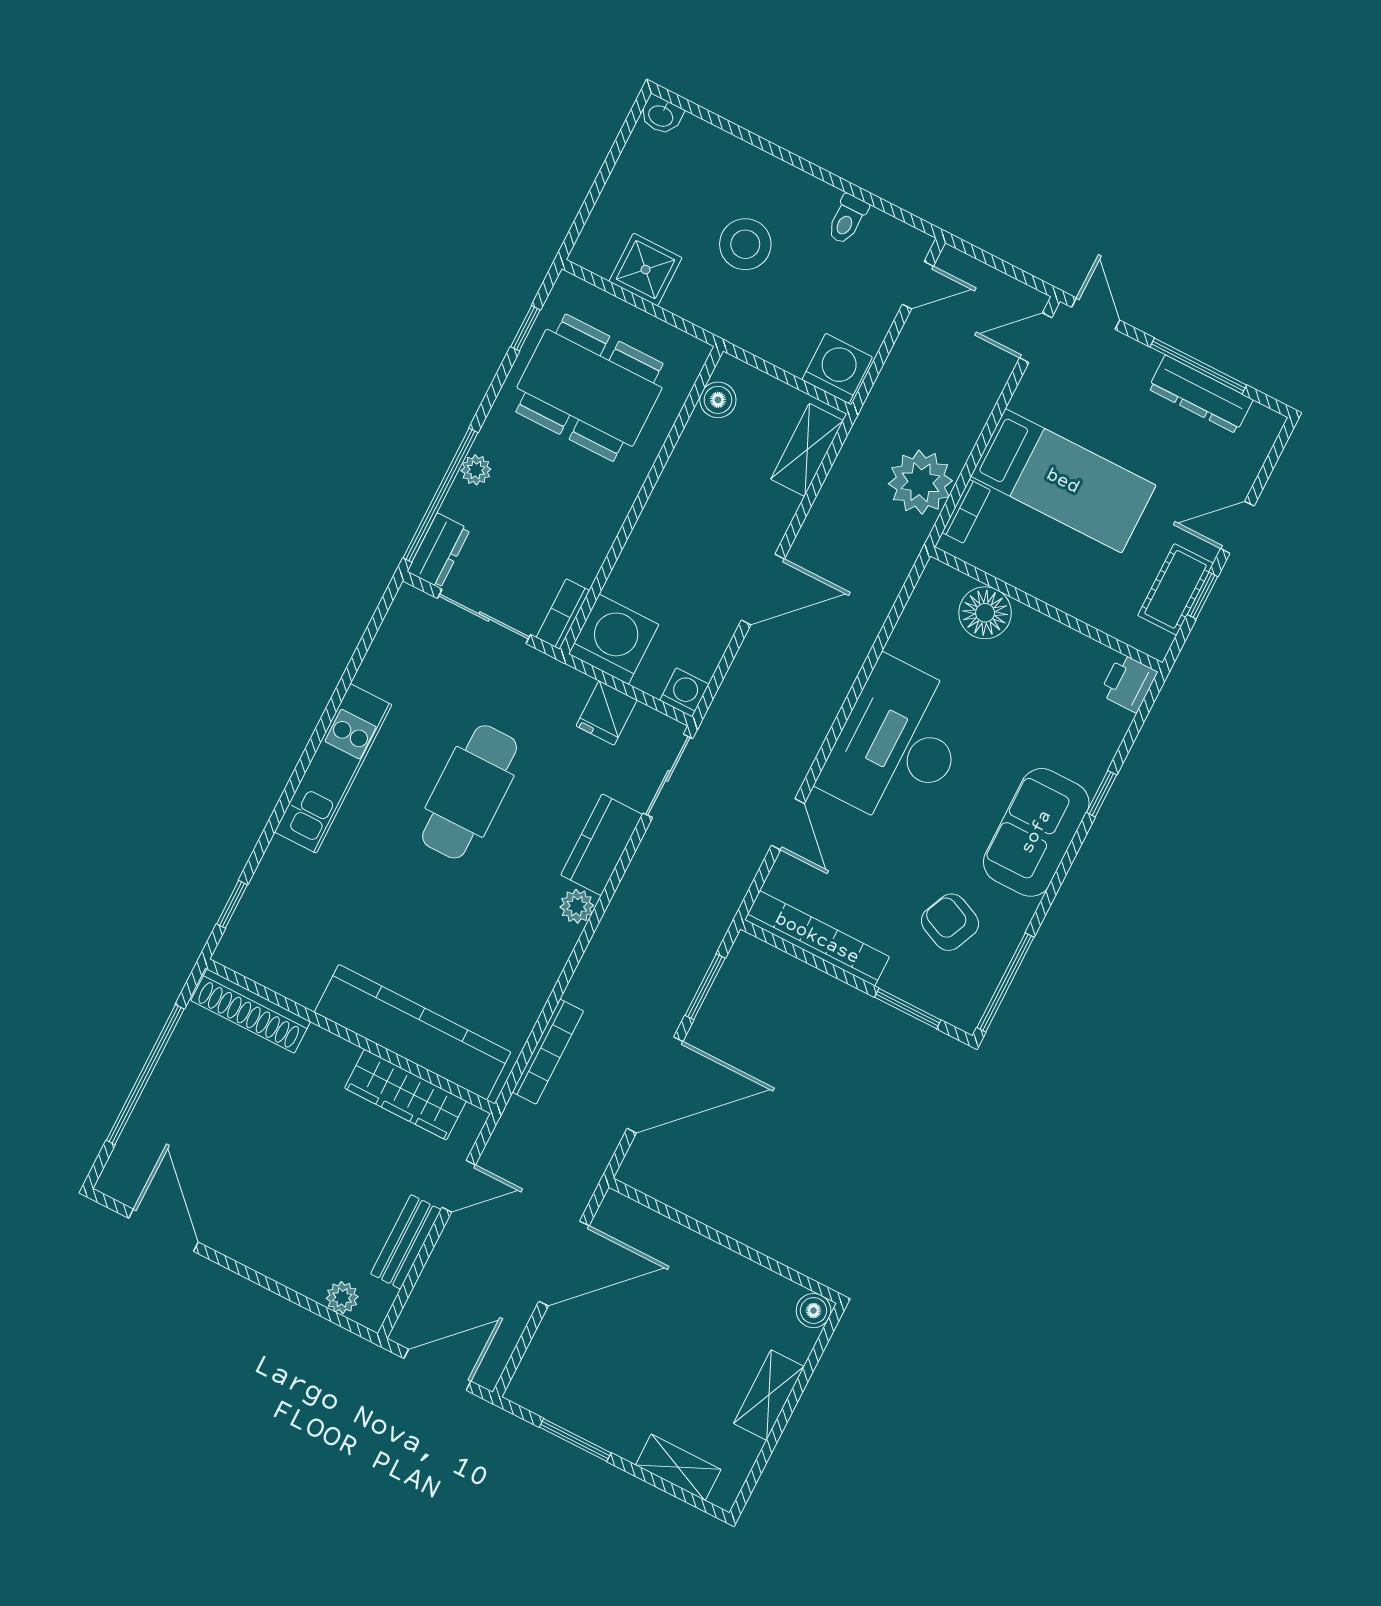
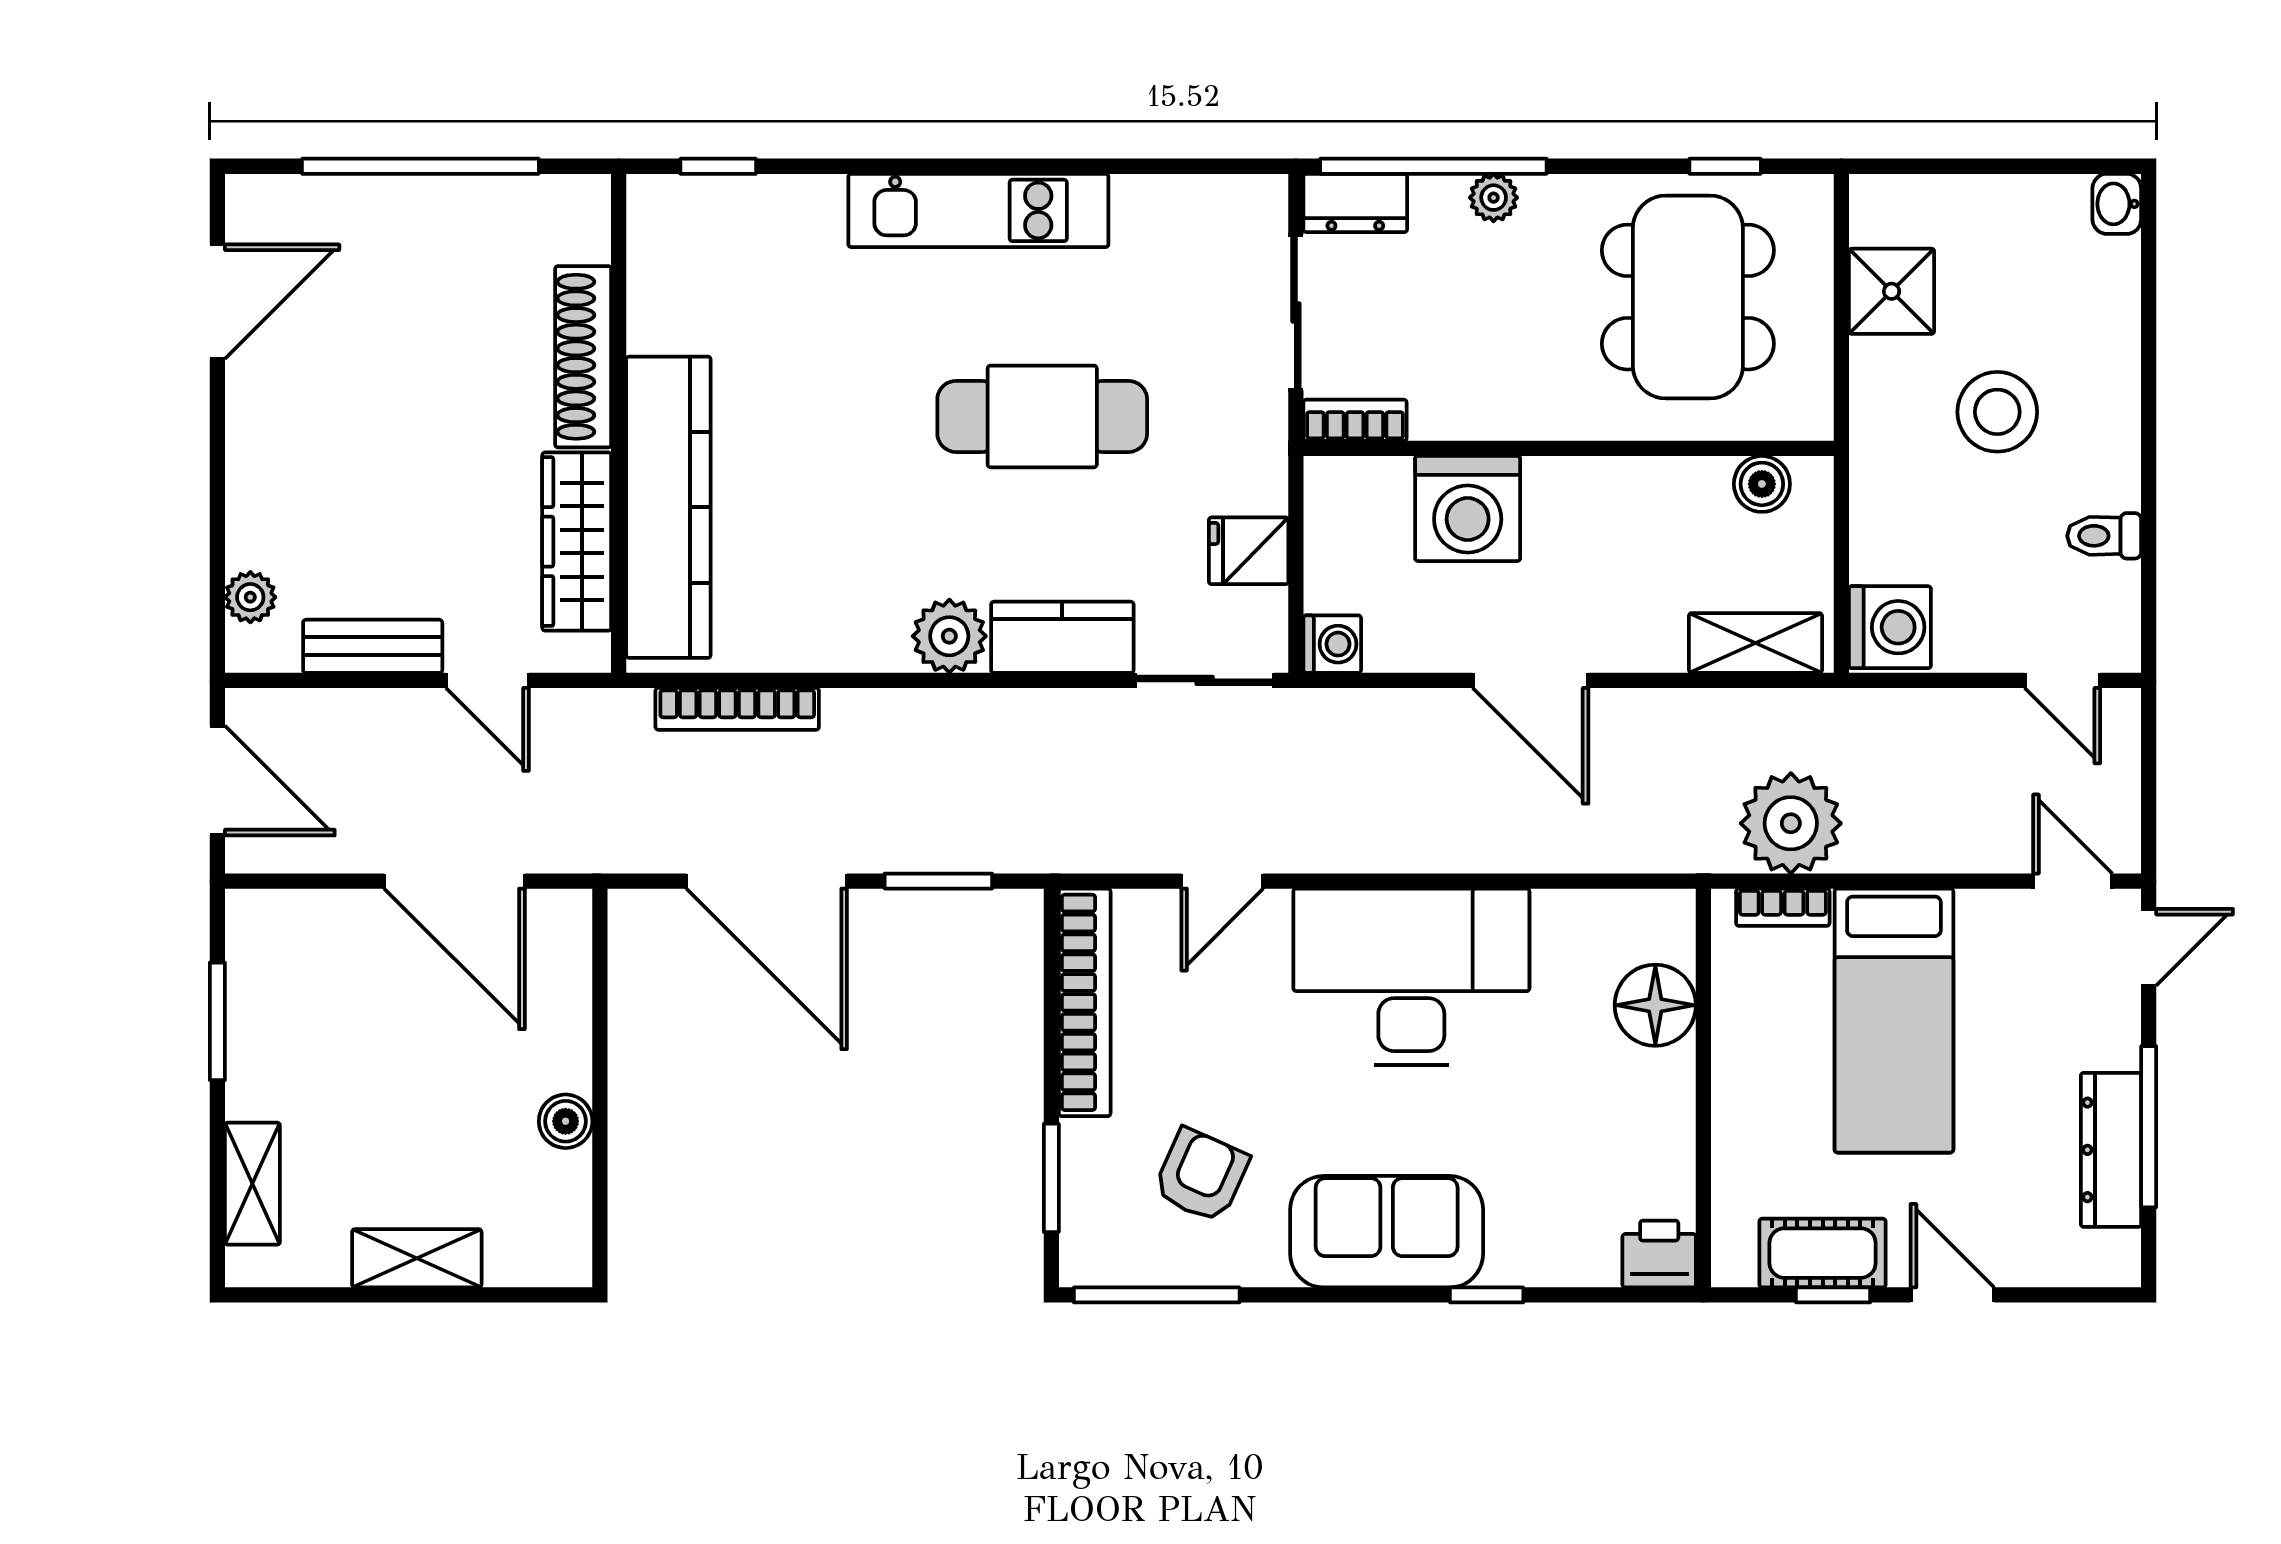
washing machine: (614, 639) -> (1468, 508), moved, turned 90
plant: (577, 906) -> (949, 636), width x1.38, depth x1.38
shoe rack: (251, 1011) -> (583, 357), moved
boiler: (814, 1311) -> (566, 1121), moved

